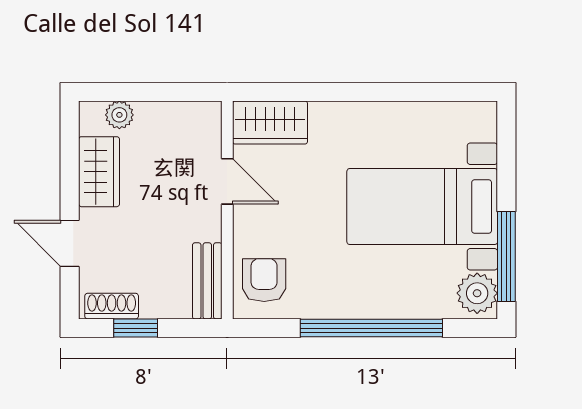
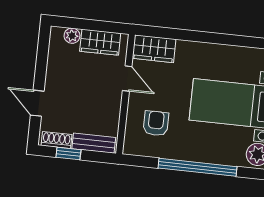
wardrobe: (99, 172) -> (100, 42), moved, turned 90
armchair: (264, 280) -> (156, 123), moved
bench: (207, 281) -> (94, 143), moved, turned 90

